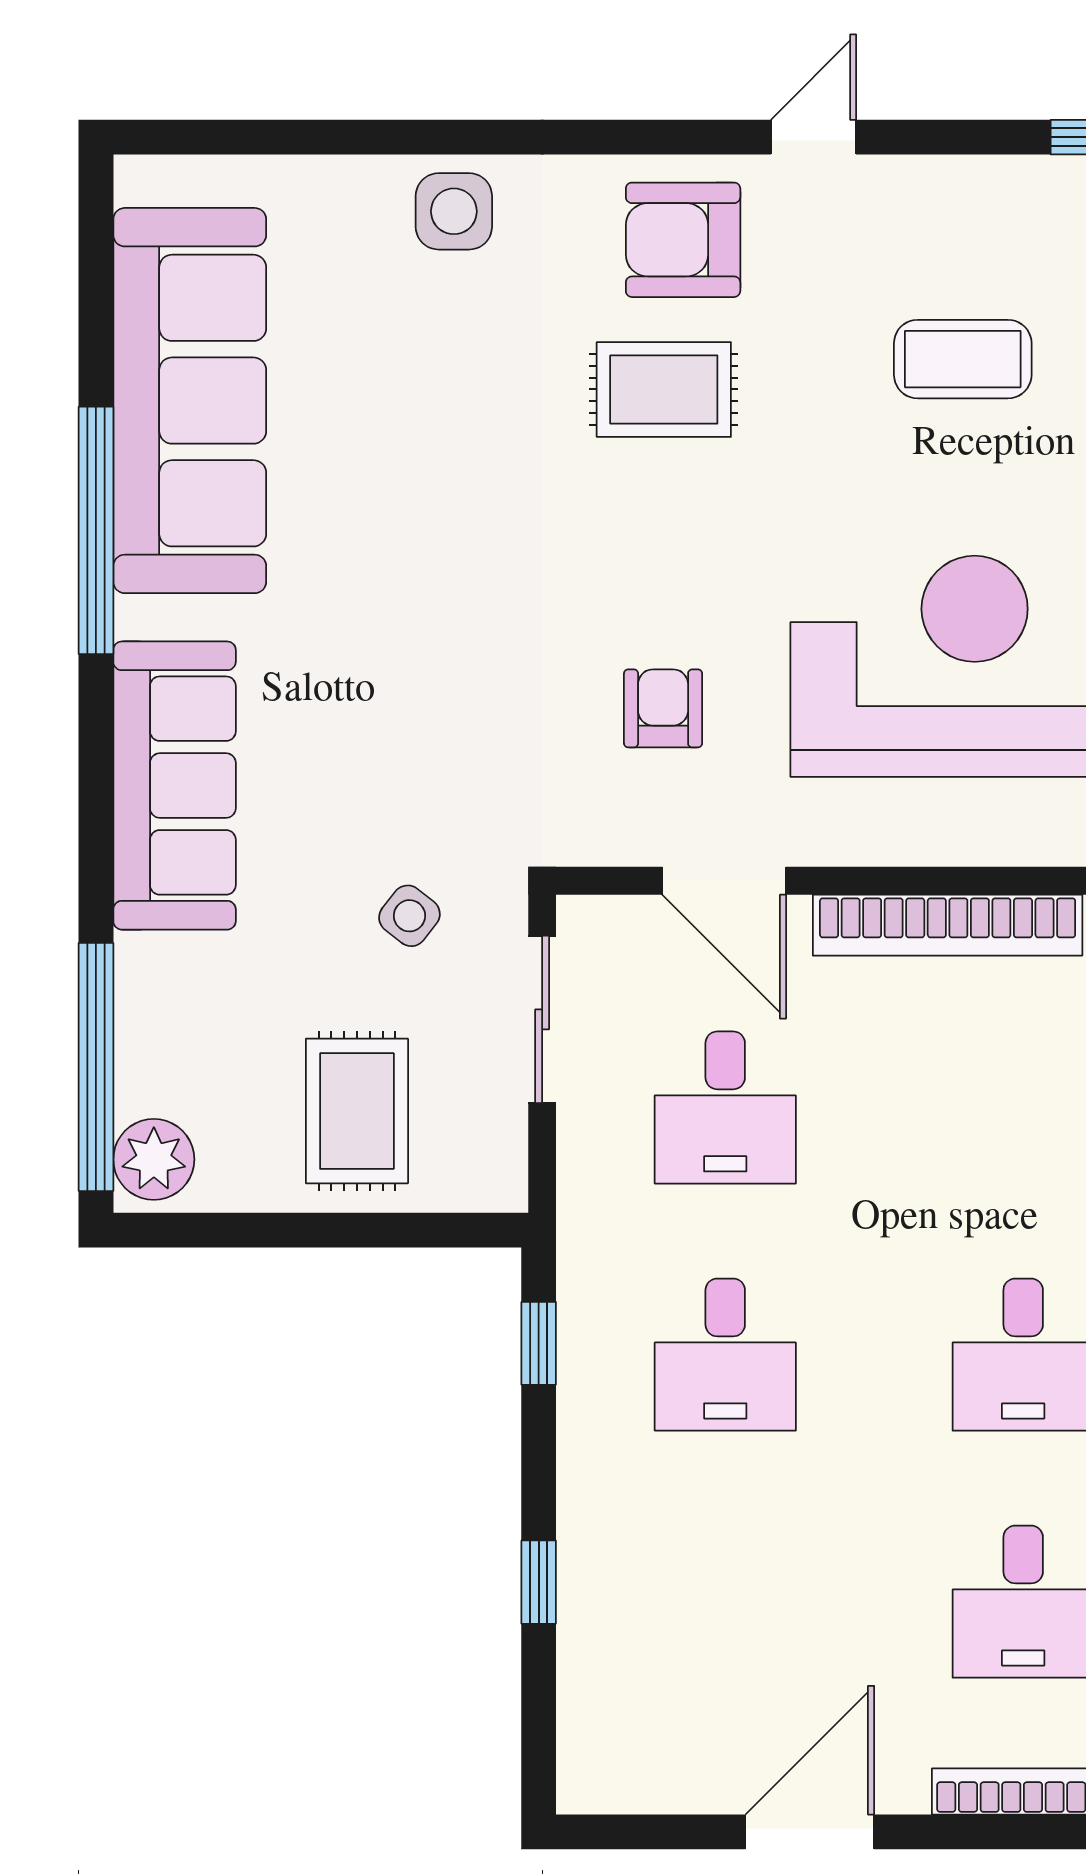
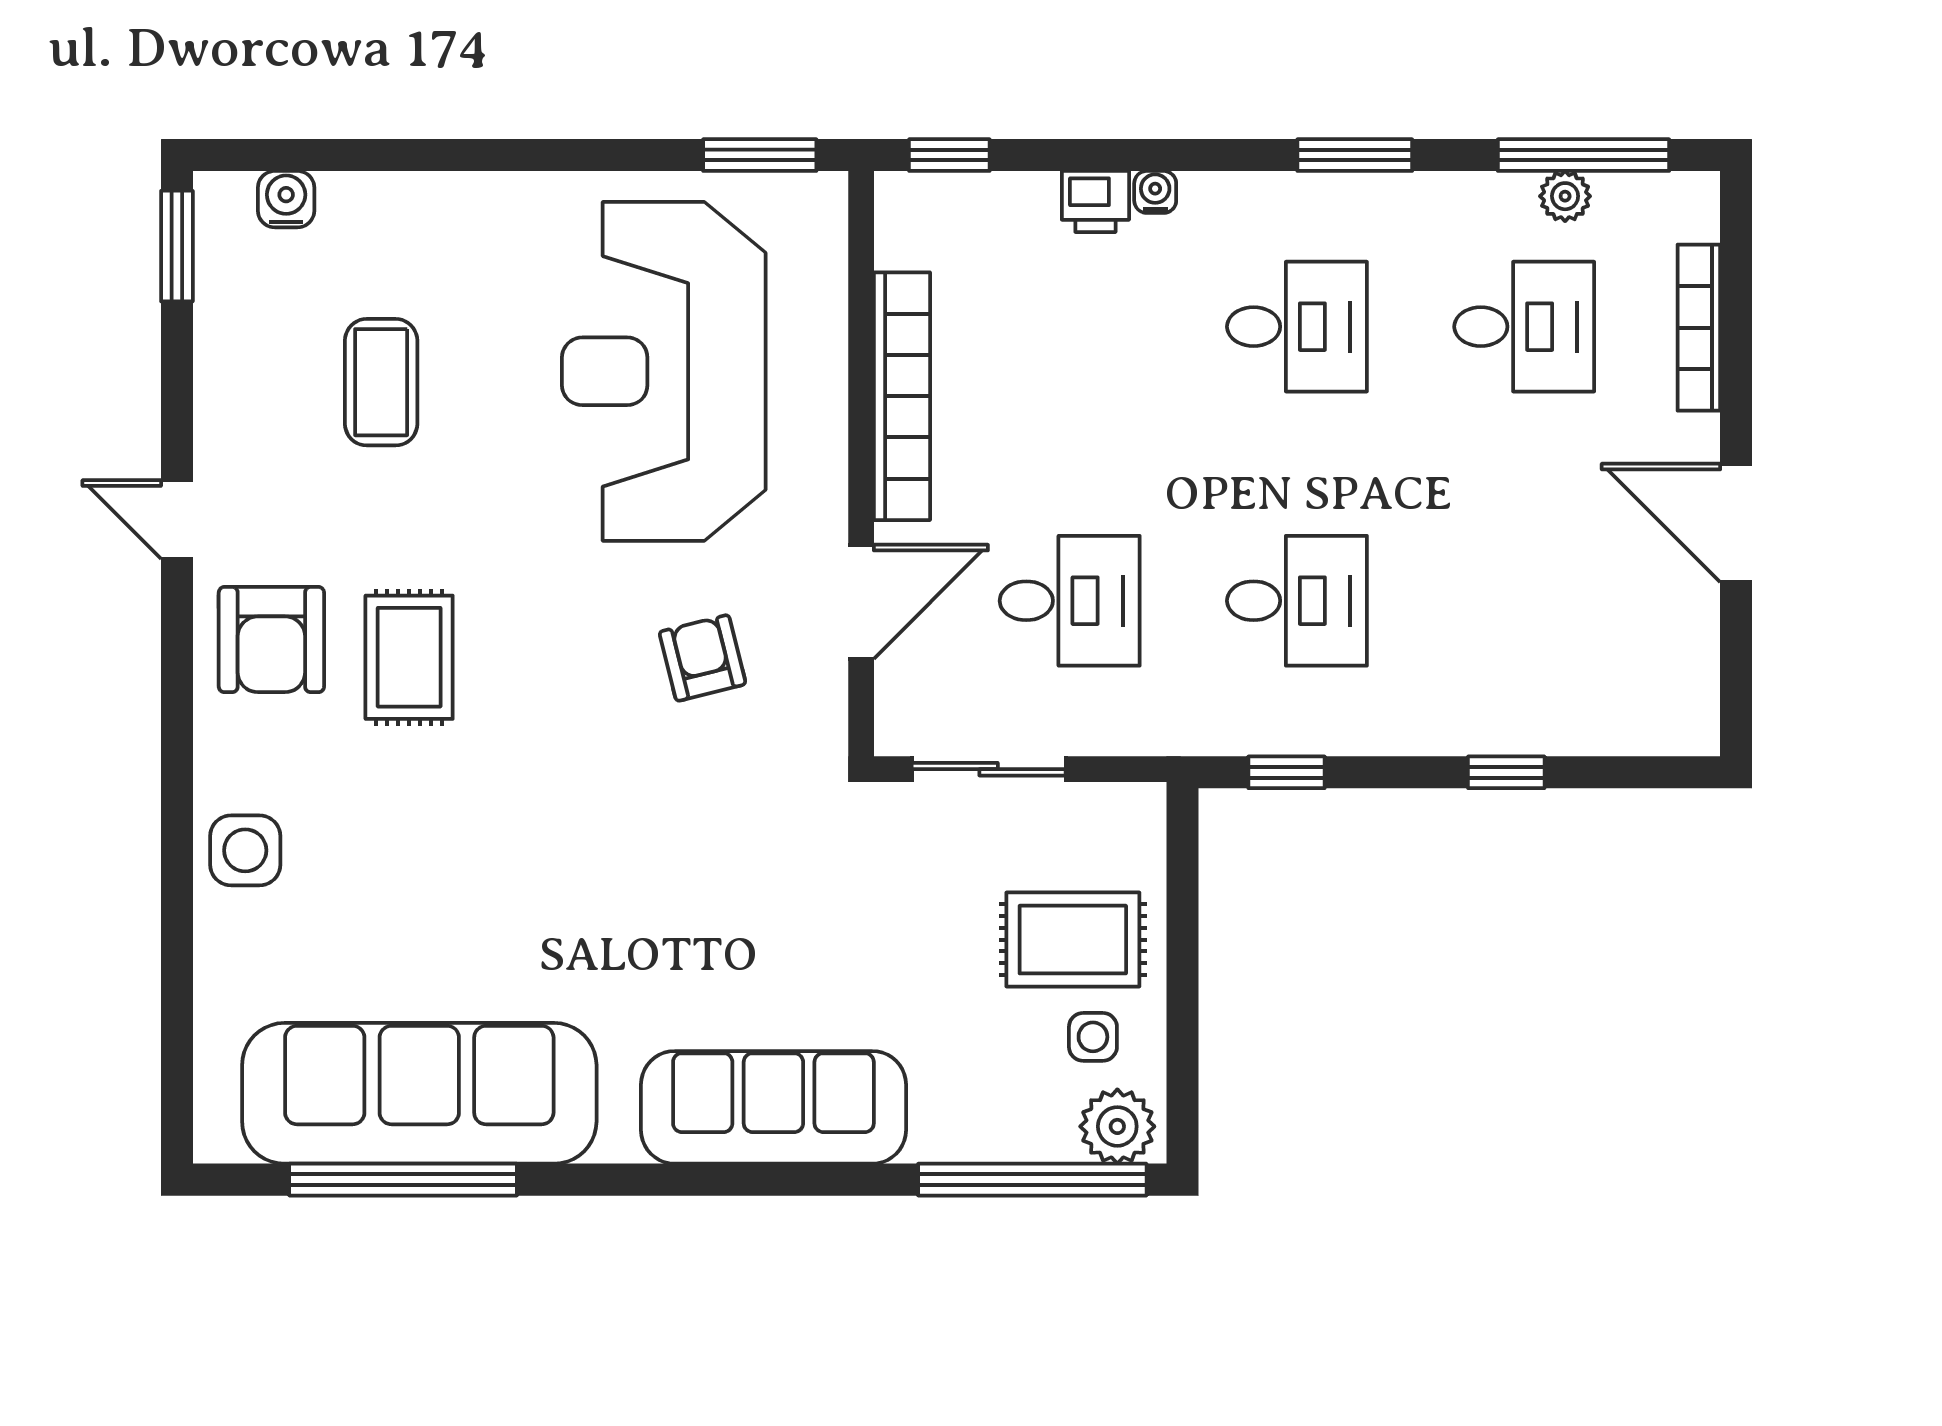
window: (96, 530) -> (403, 1180), moved
armchair: (663, 708) -> (702, 658), turned 76
side table: (409, 916) -> (1093, 1037), moved, turned -38

